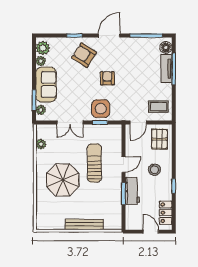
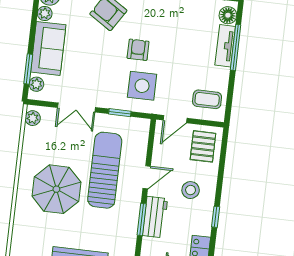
side table: (101, 109) -> (142, 86), moved
plant: (41, 144) -> (33, 118), moved
sun lounger: (94, 163) -> (105, 170), width x1.36, depth x1.34

